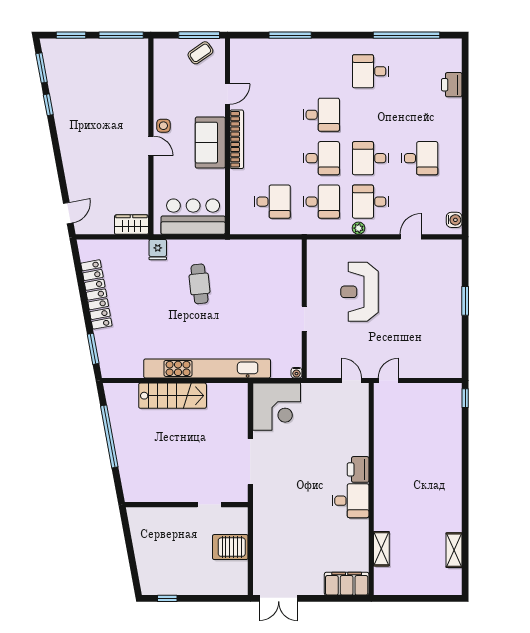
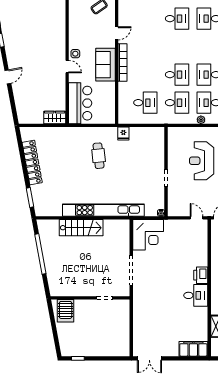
desk: (321, 115) -> (177, 19), moved
door: (68, 213) -> (8, 77), moved
bar counter: (193, 217) -> (80, 103), moved, turned 90
fridge: (158, 250) -> (123, 134), moved
server rack: (230, 547) -> (66, 311), moved, turned -90

